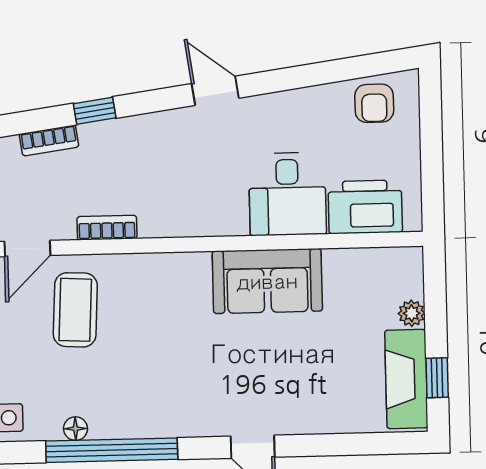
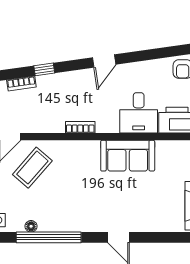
door: (215, 91) -> (104, 61), swing flipped
bookcase: (107, 228) -> (80, 127), moved
coffee table: (75, 310) -> (32, 168), turned 38

